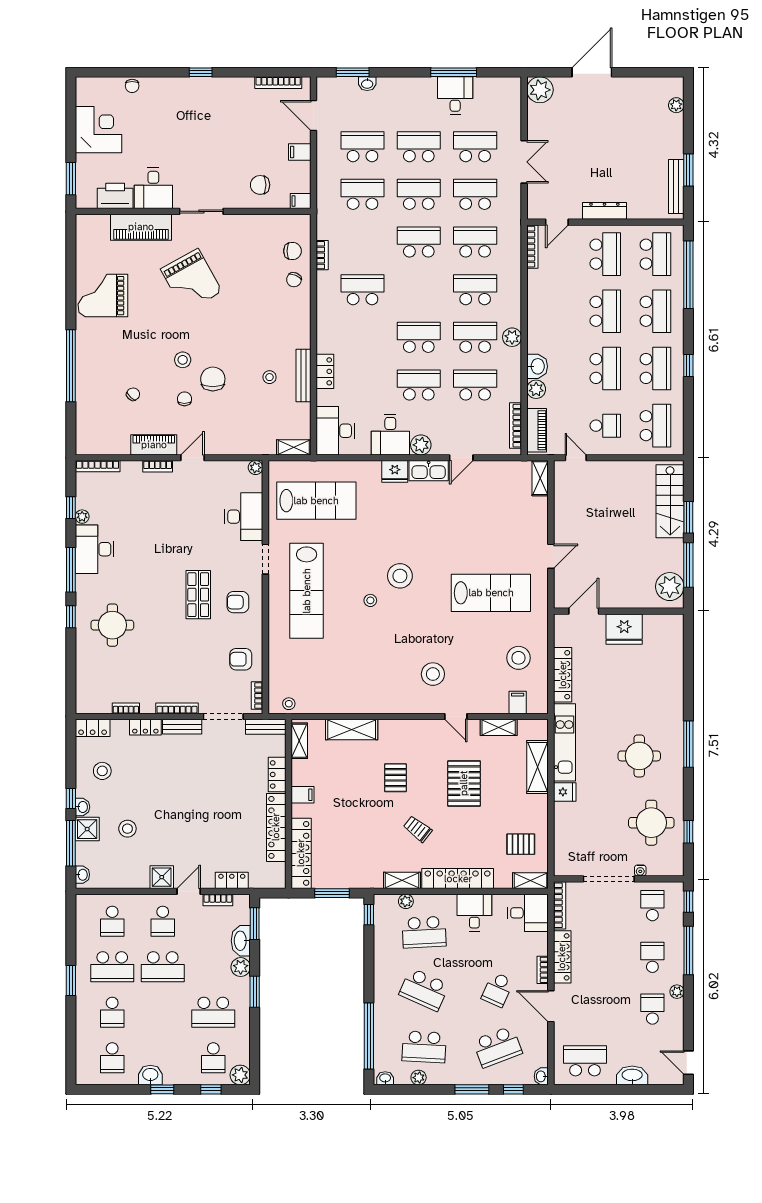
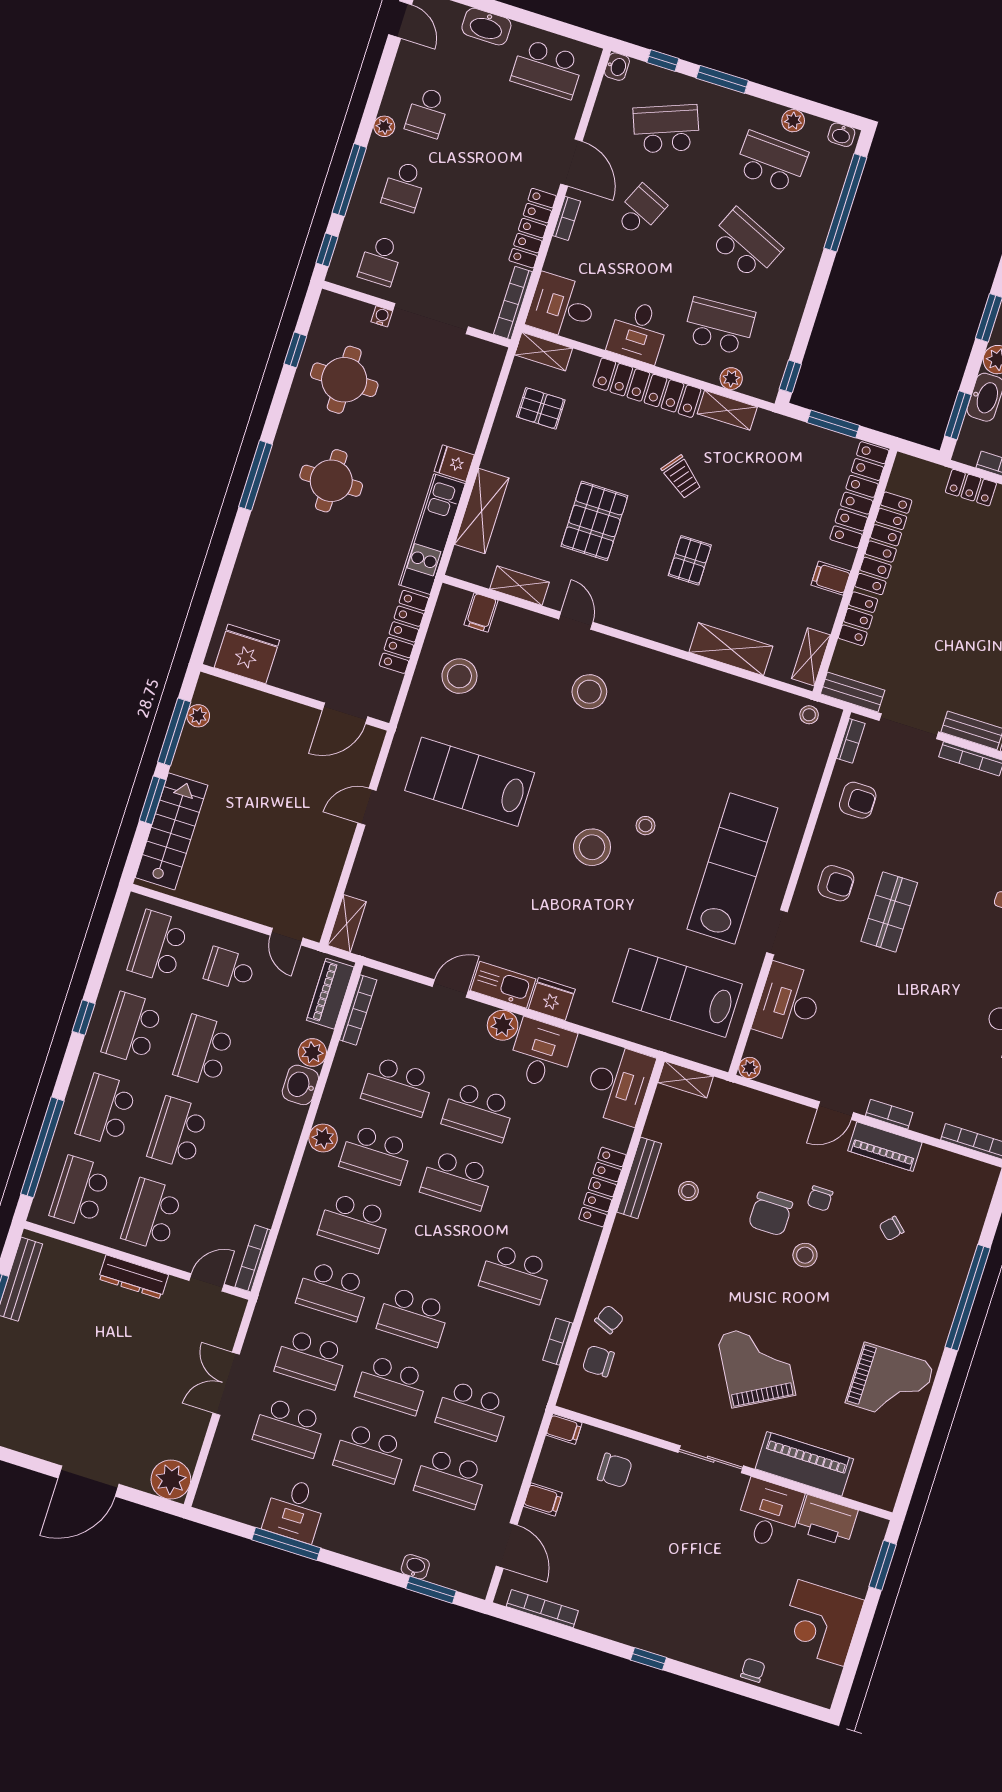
locker: (325, 371) -> (602, 1187), width x1.53
plant: (670, 587) -> (198, 716), width x0.53, depth x0.53
fridge: (624, 629) -> (247, 654), moved

